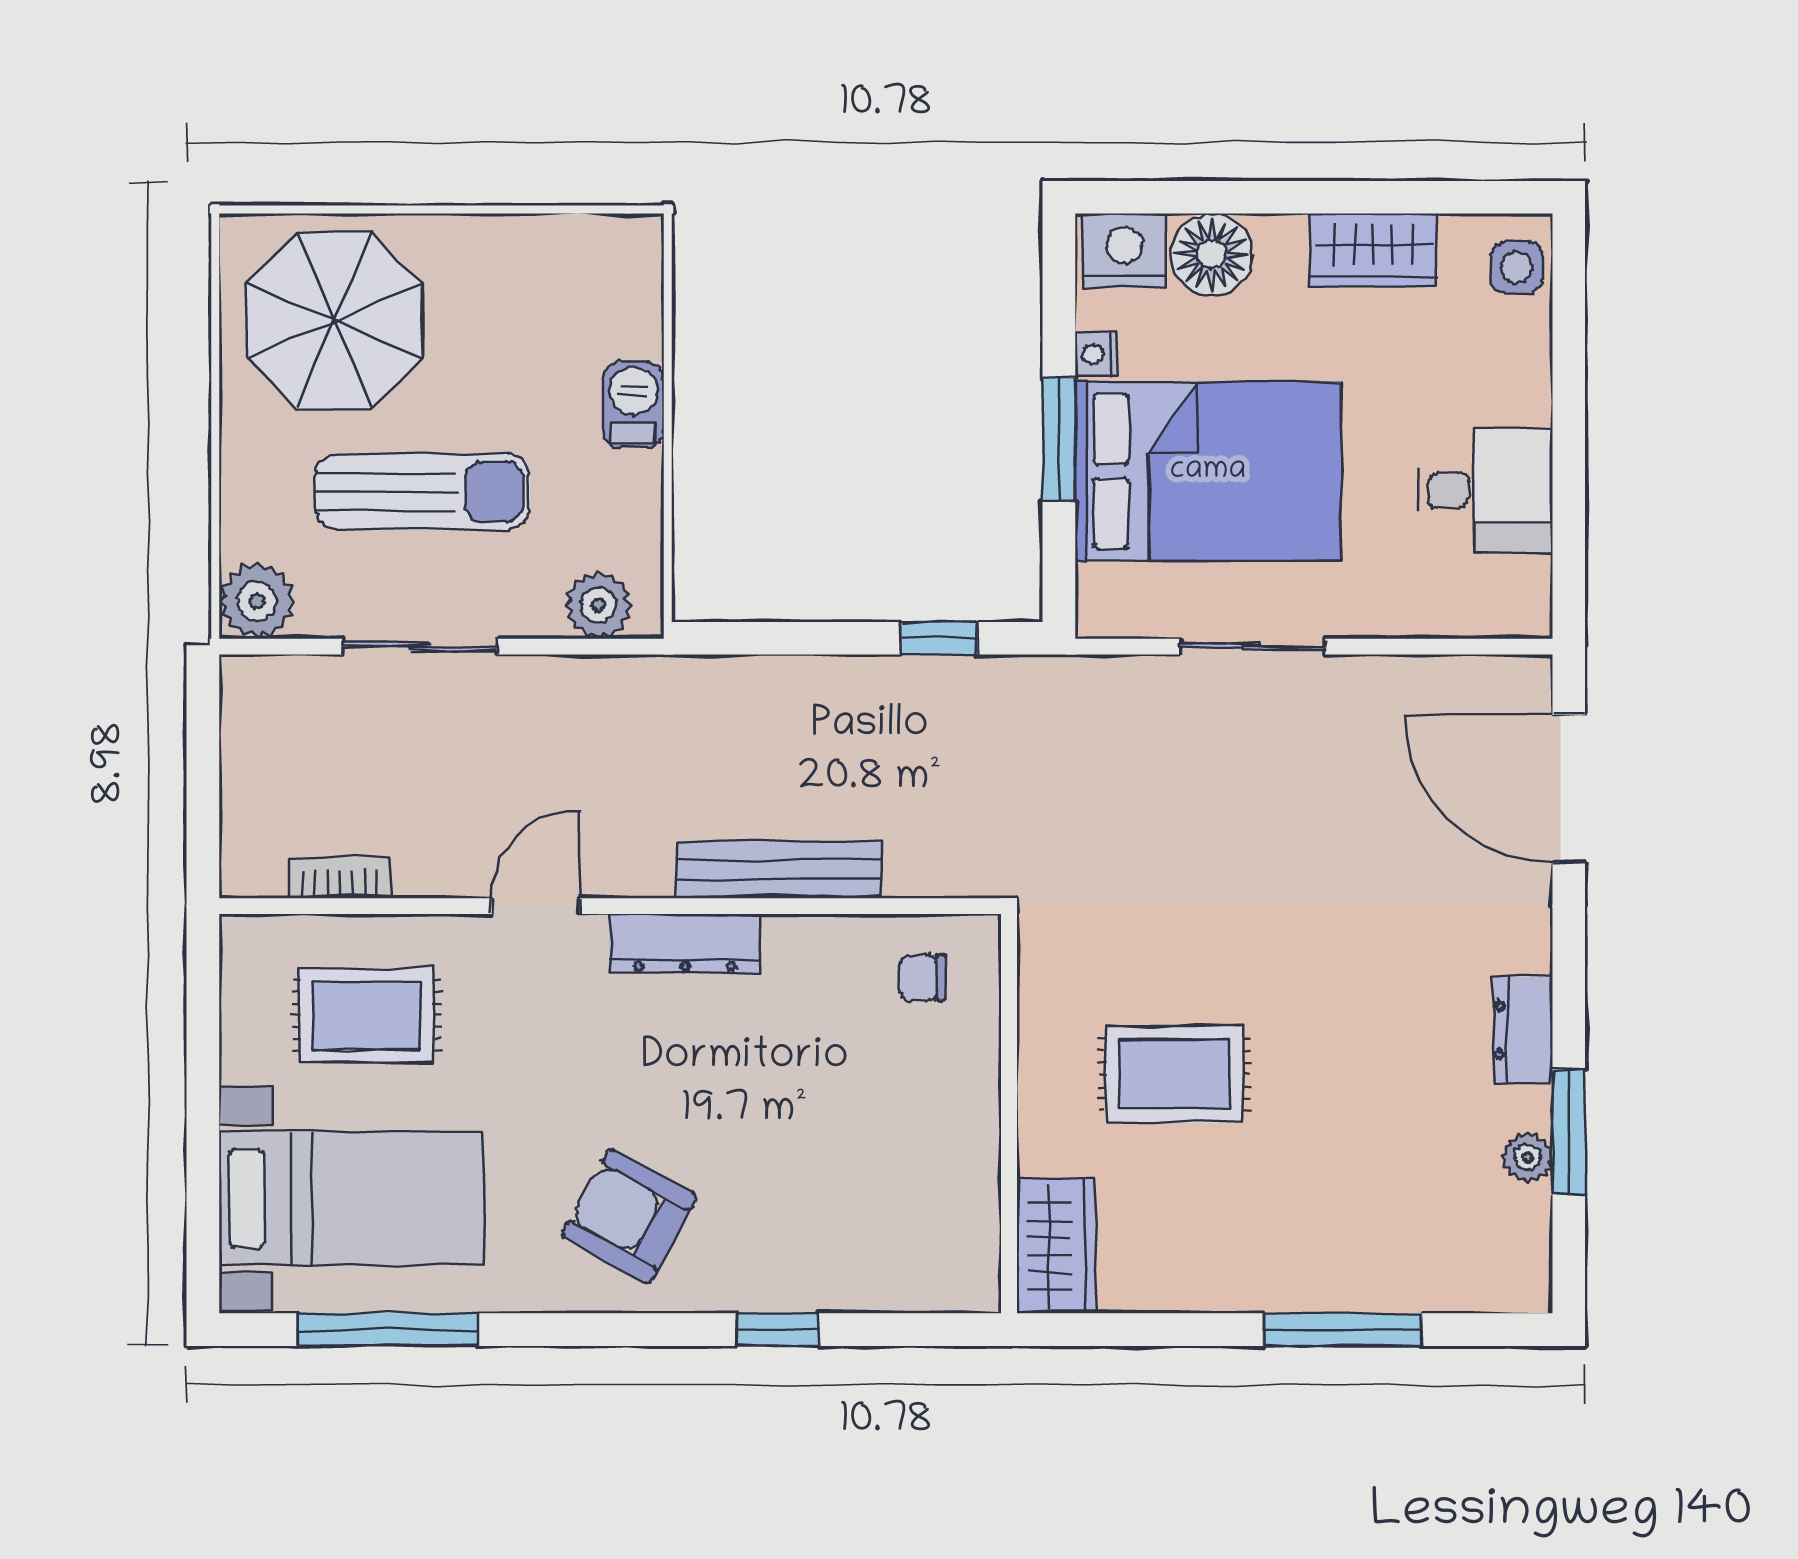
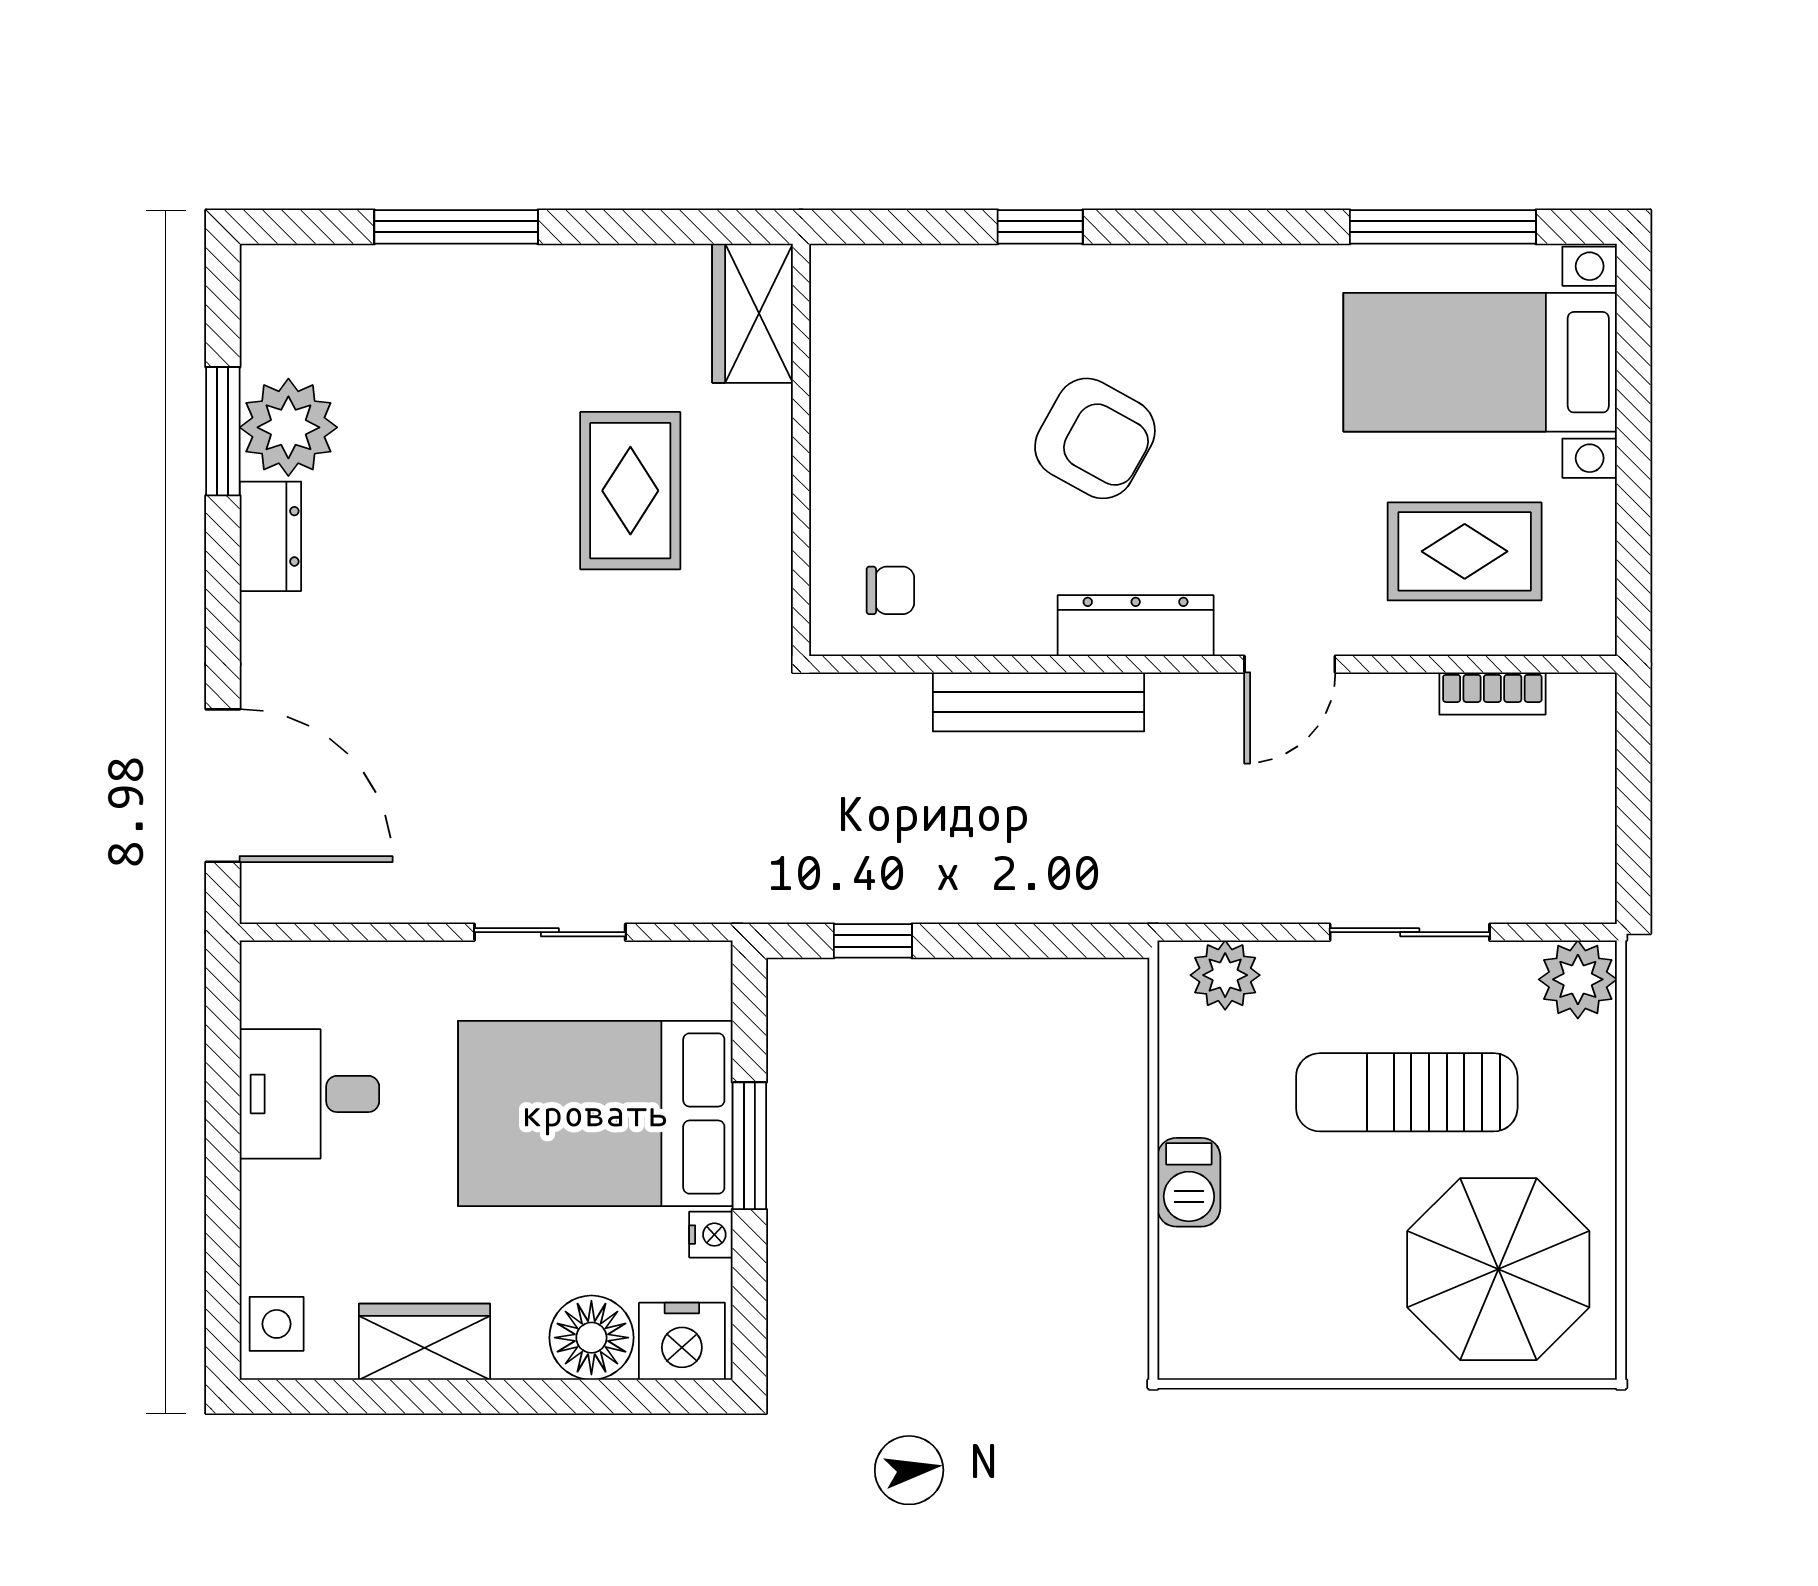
rug: (1174, 1074) -> (630, 491), turned 90
plant: (1527, 1158) -> (288, 427), width x1.87, depth x1.87
armchair: (629, 1216) -> (1095, 438), moved

